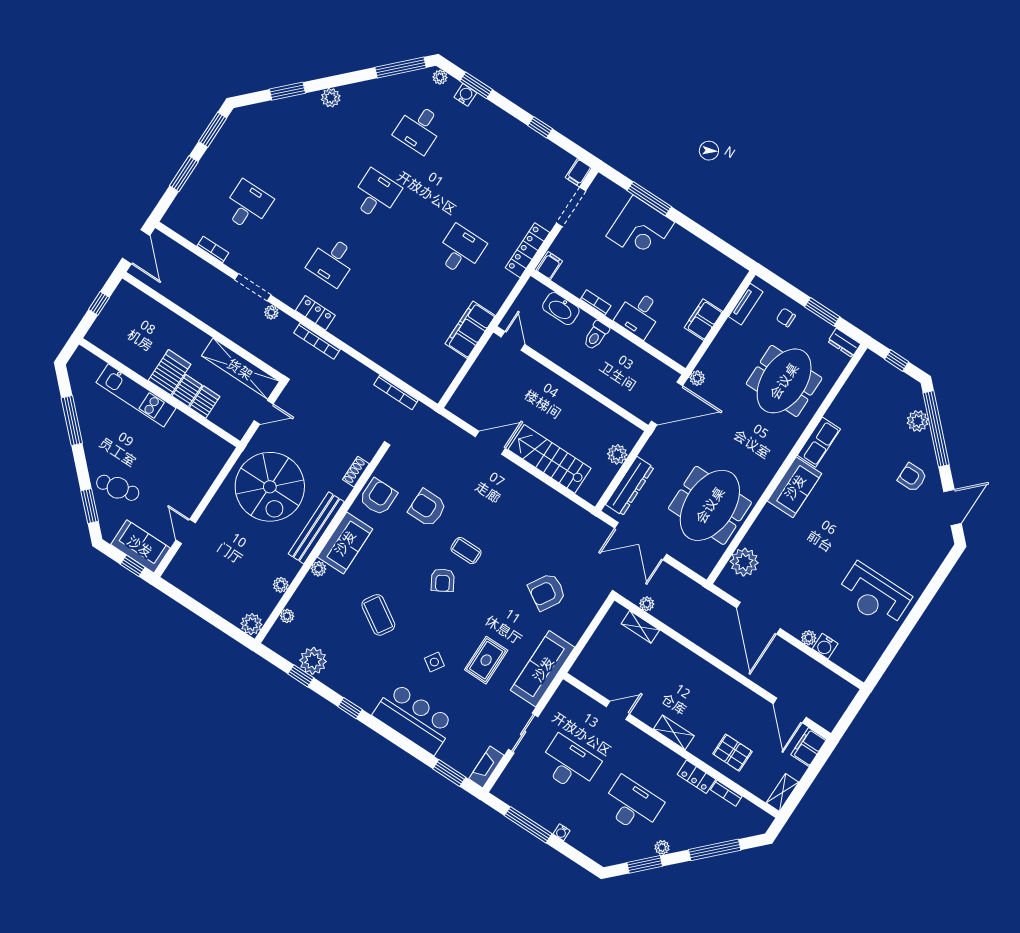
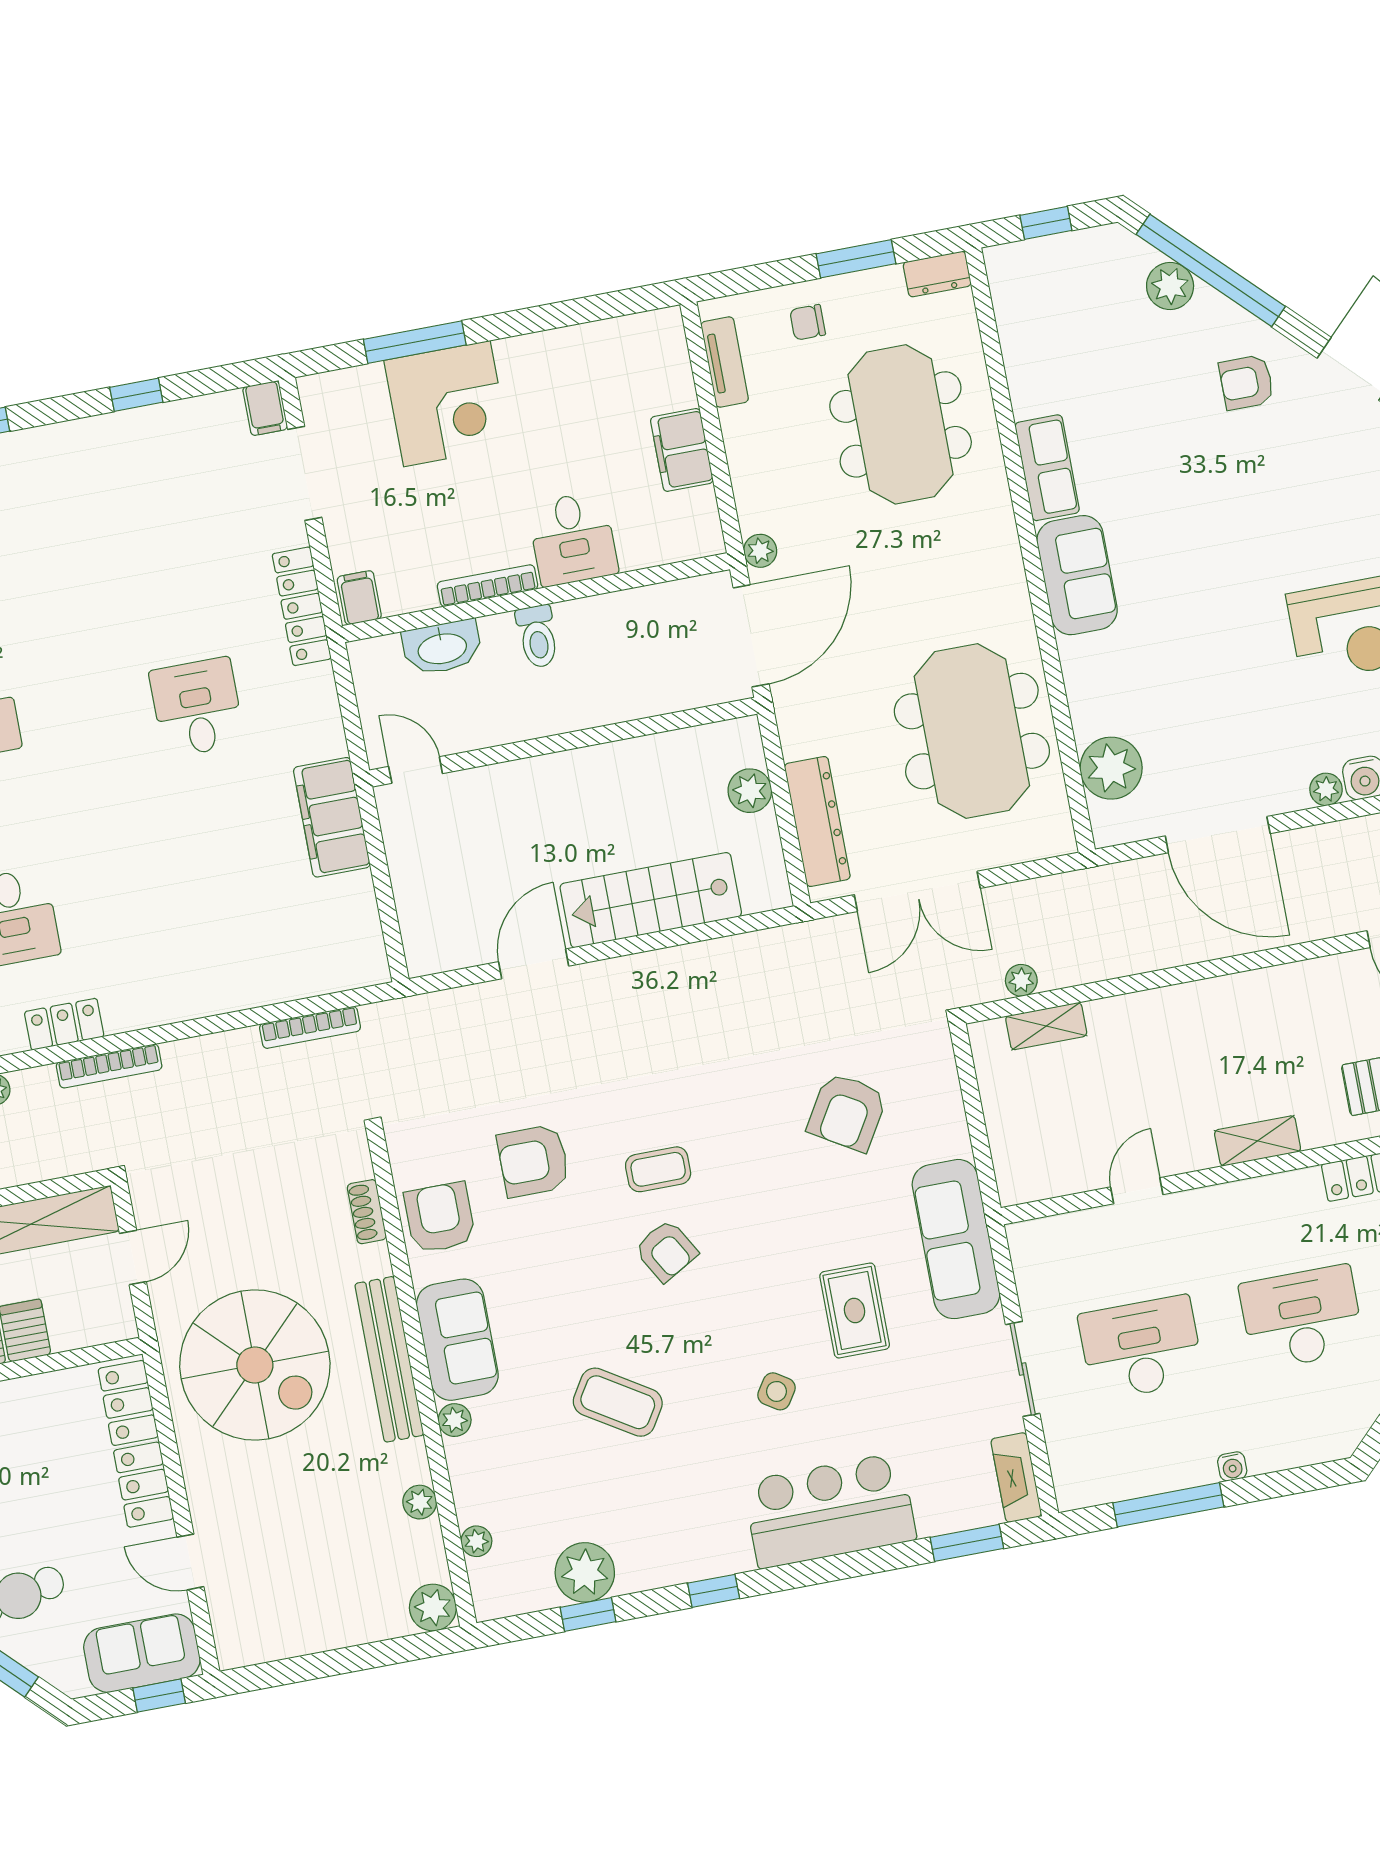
bookcase: (596, 303) -> (487, 586), width x1.56
locker: (205, 475) -> (136, 1444), added

